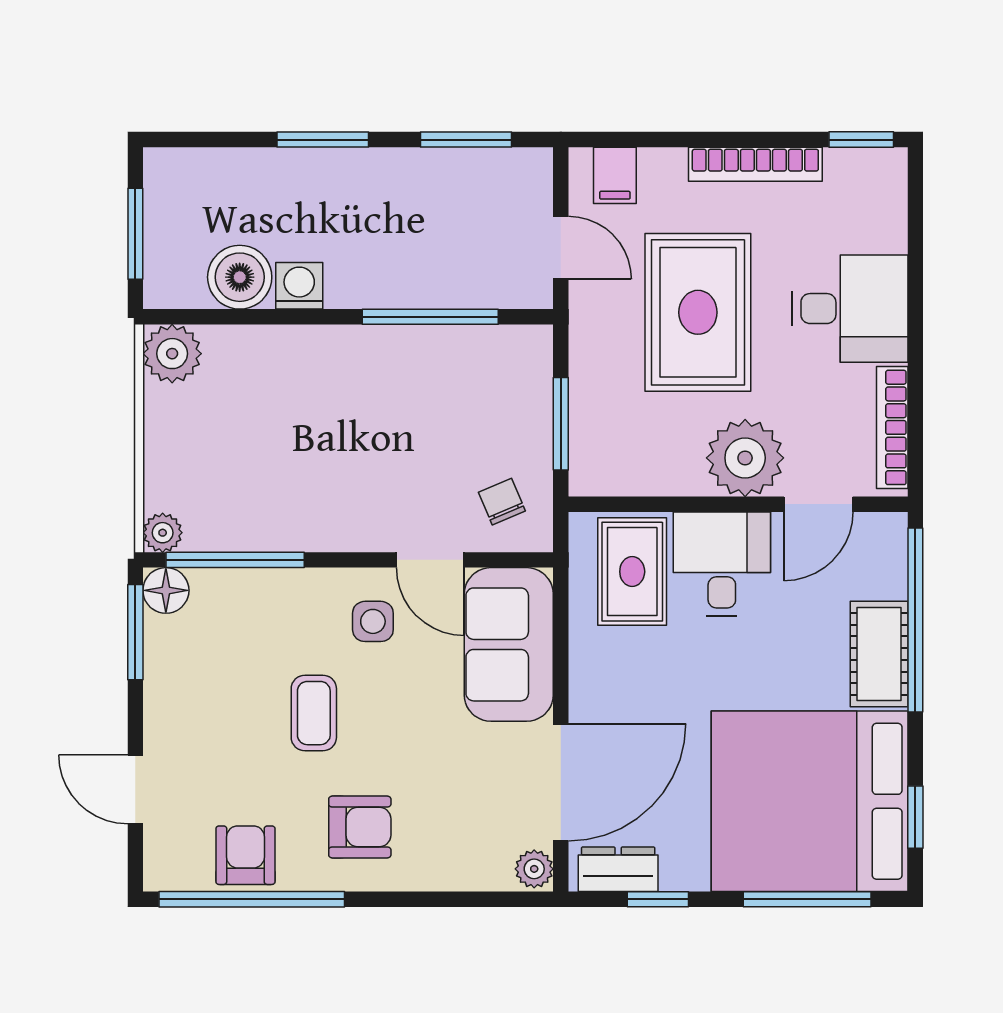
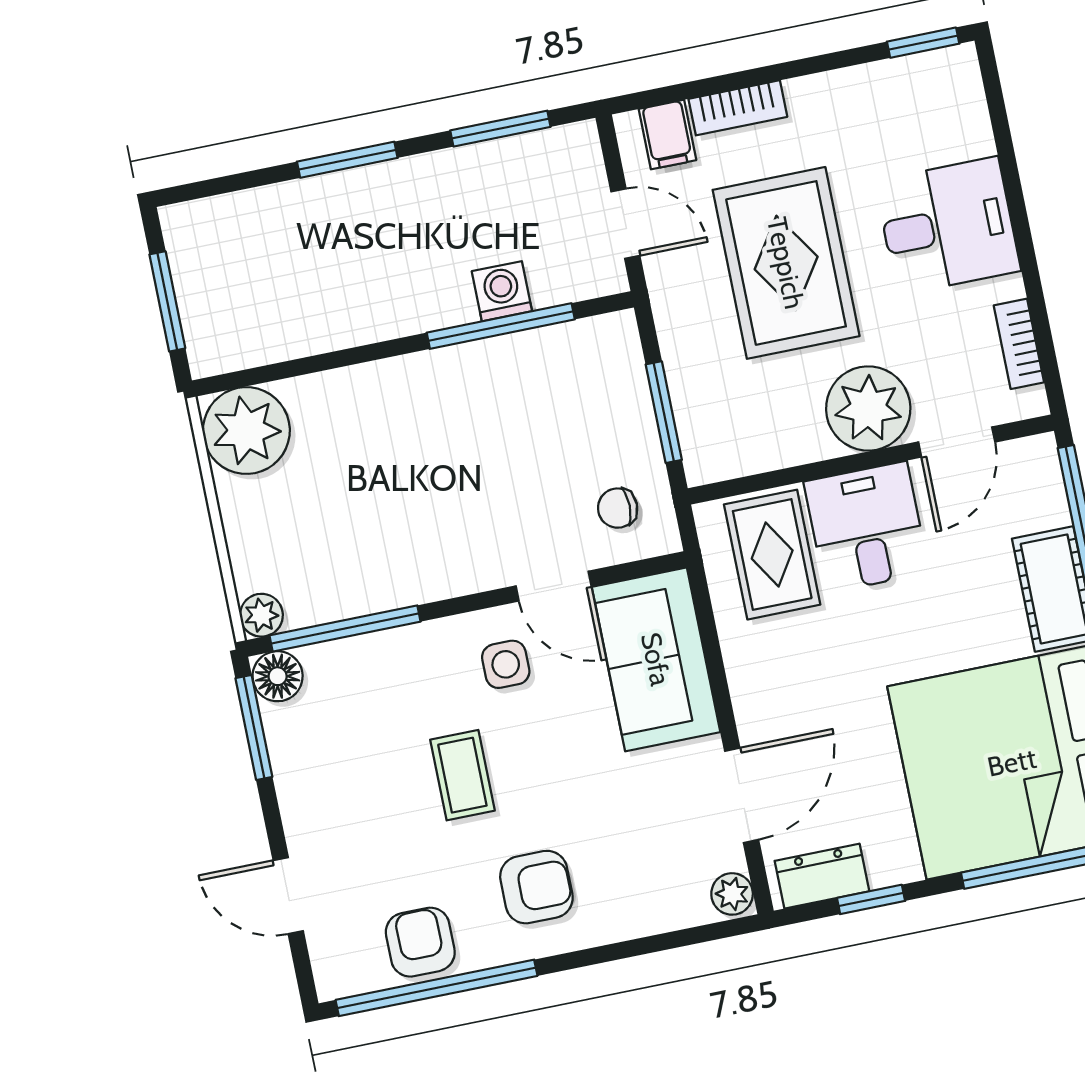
bookcase: (755, 164) -> (738, 108), moved, width x0.64
boiler: (240, 277) -> (288, 325), removed
washing machine: (299, 286) -> (502, 291), moved
plant: (172, 354) -> (246, 431), width x1.36, depth x1.36
bookcase: (892, 427) -> (1019, 344), width x0.64
chair: (502, 502) -> (618, 508), turned -67
door: (561, 782) -> (742, 795), width x0.73

